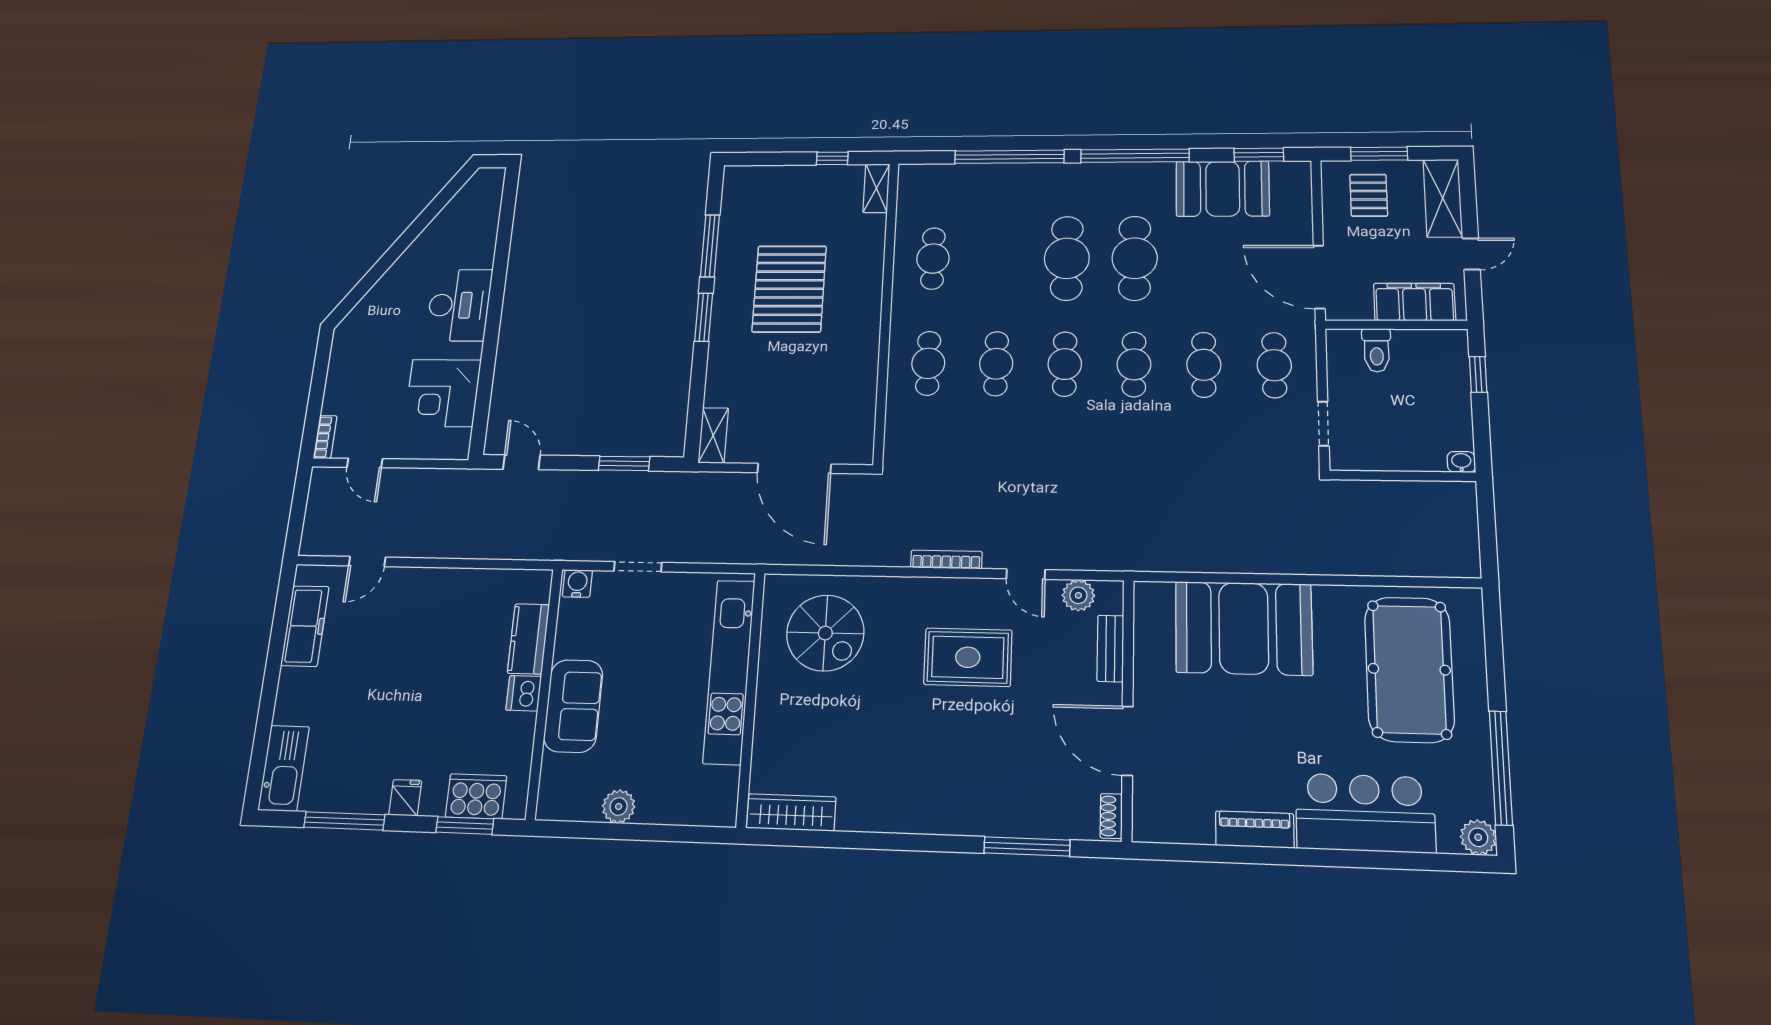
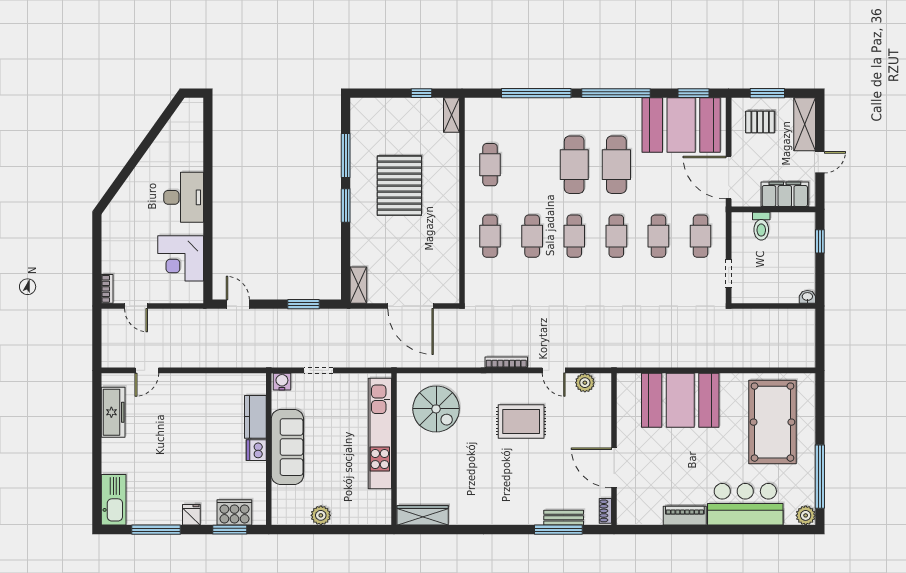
booth: (1223, 189) -> (681, 125), width x1.36, depth x1.42
pallet: (1369, 195) -> (760, 122), turned 90
bench: (1110, 648) -> (564, 518), moved, turned 90
sofa: (573, 706) -> (287, 447), width x1.36

